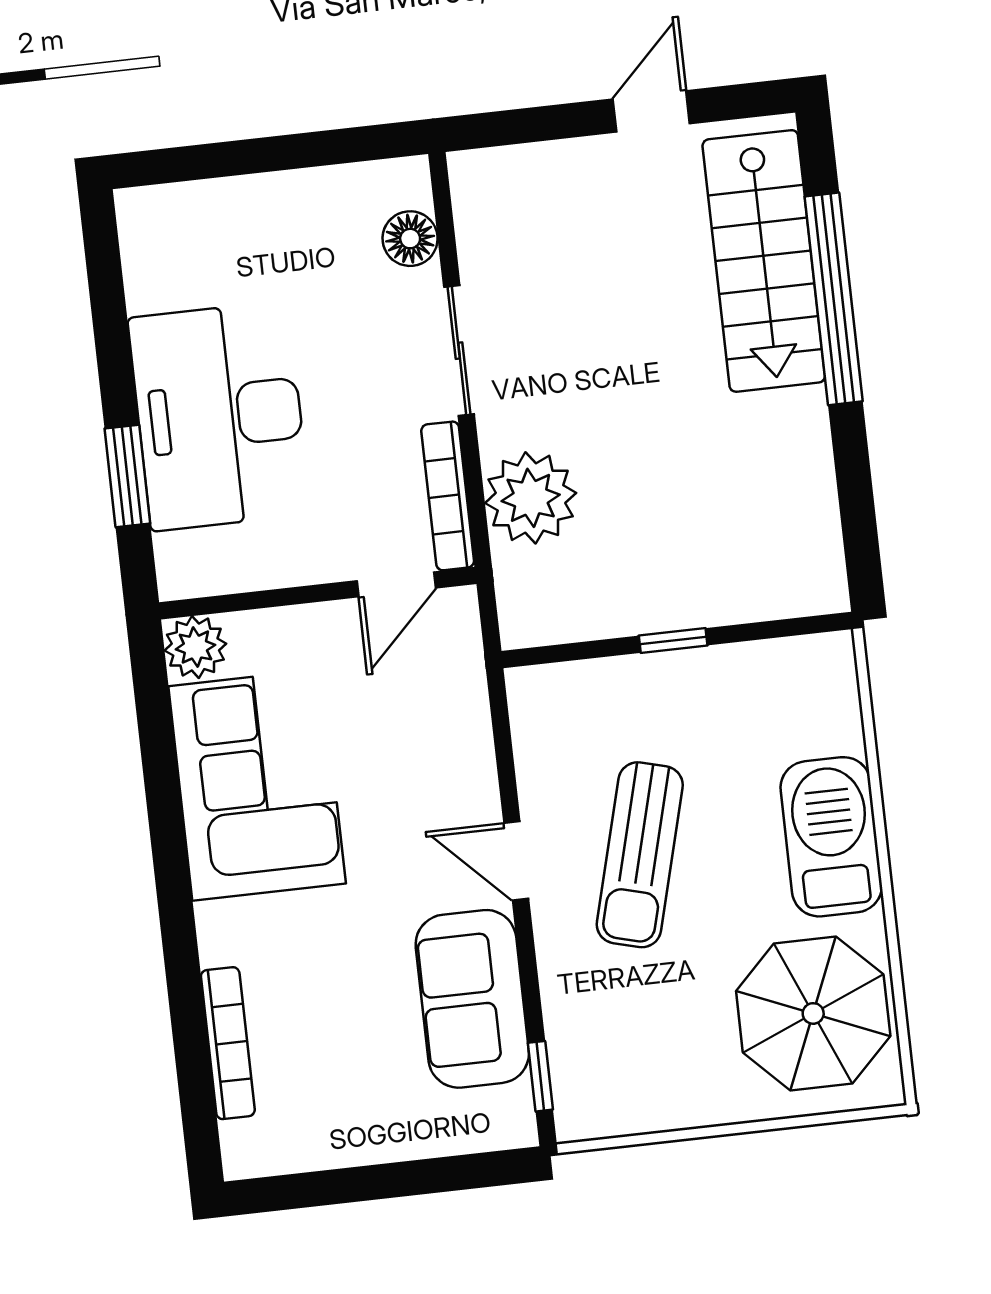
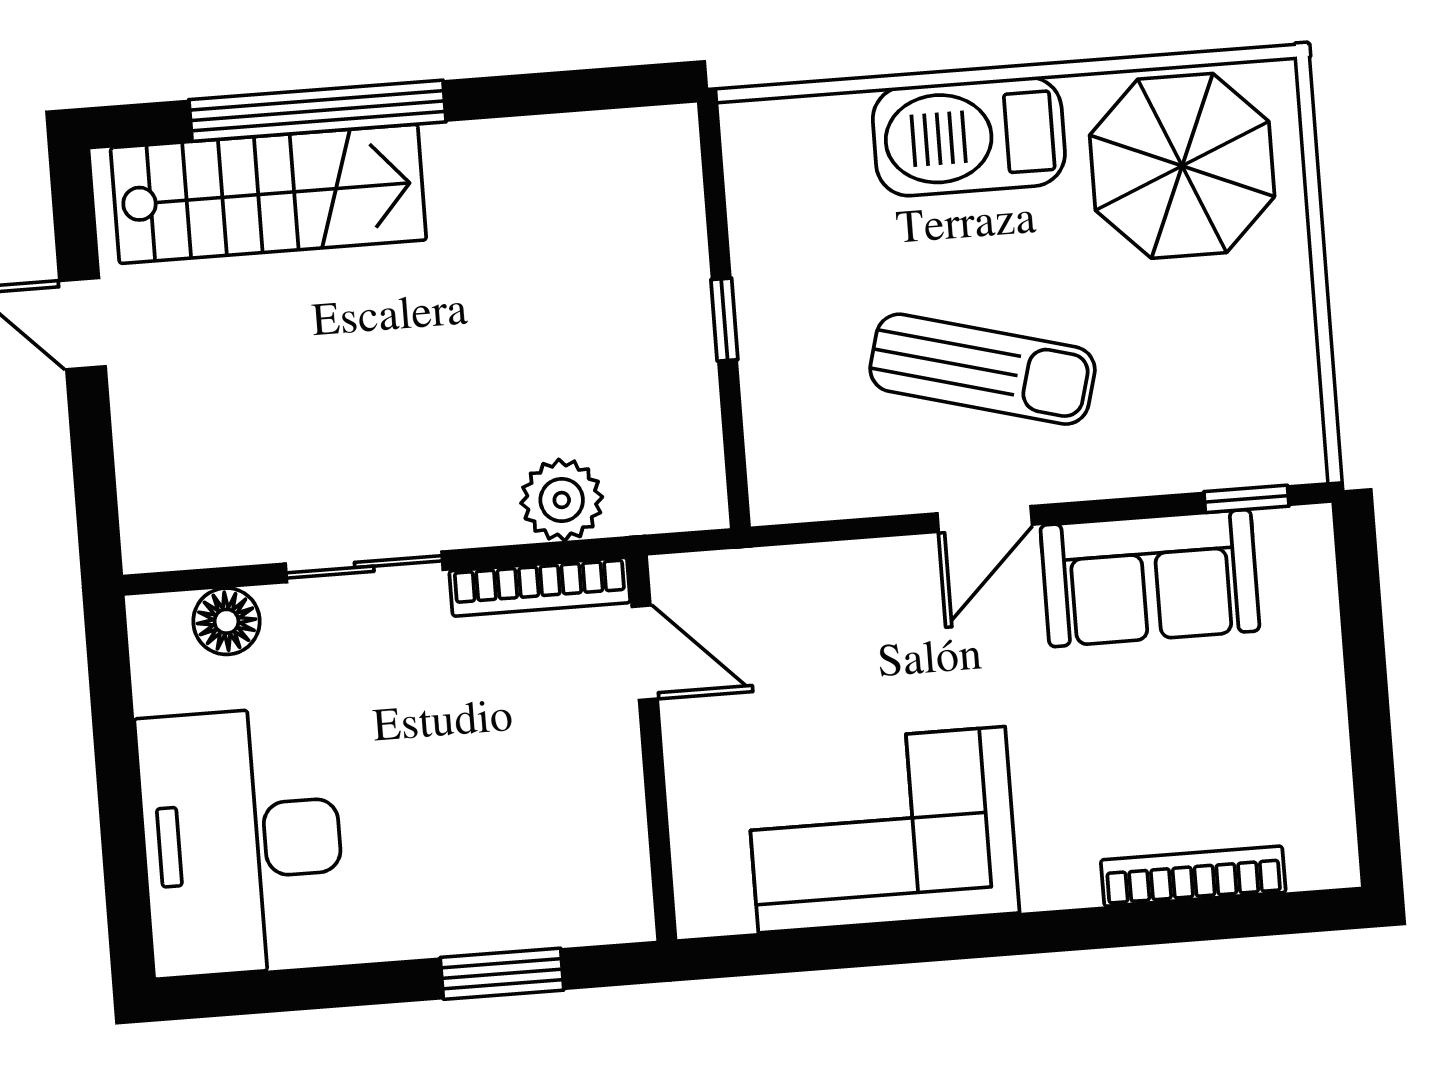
desk: (219, 416) -> (242, 842), moved, turned 90
plant: (531, 498) -> (562, 500), width x0.73, depth x0.73
plant: (195, 647) -> (712, 899), removed

